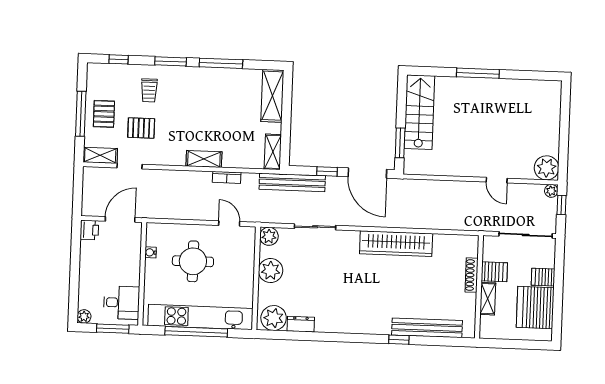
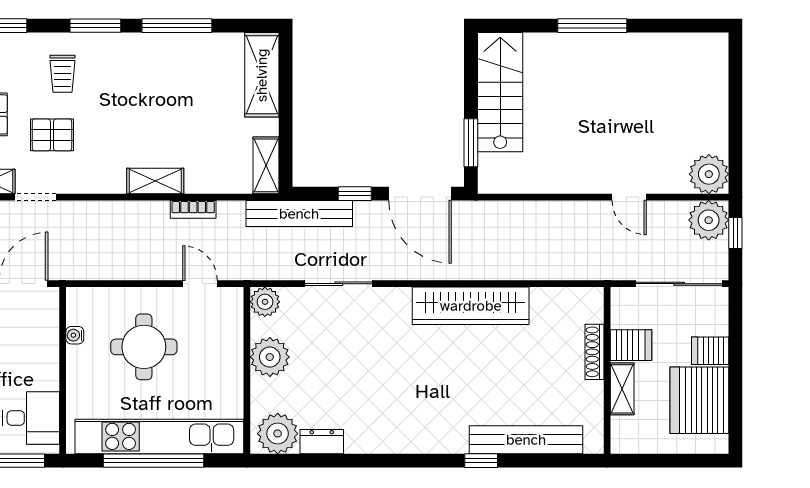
plant: (551, 191) -> (709, 220), width x1.88, depth x1.88

